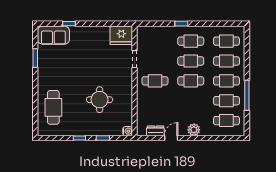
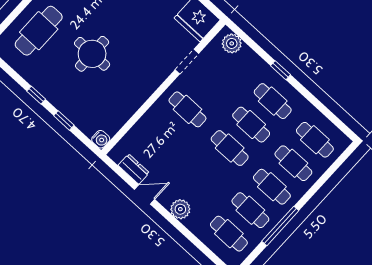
plant: (148, 32) -> (232, 43), added
round table: (100, 100) -> (92, 54), moved

